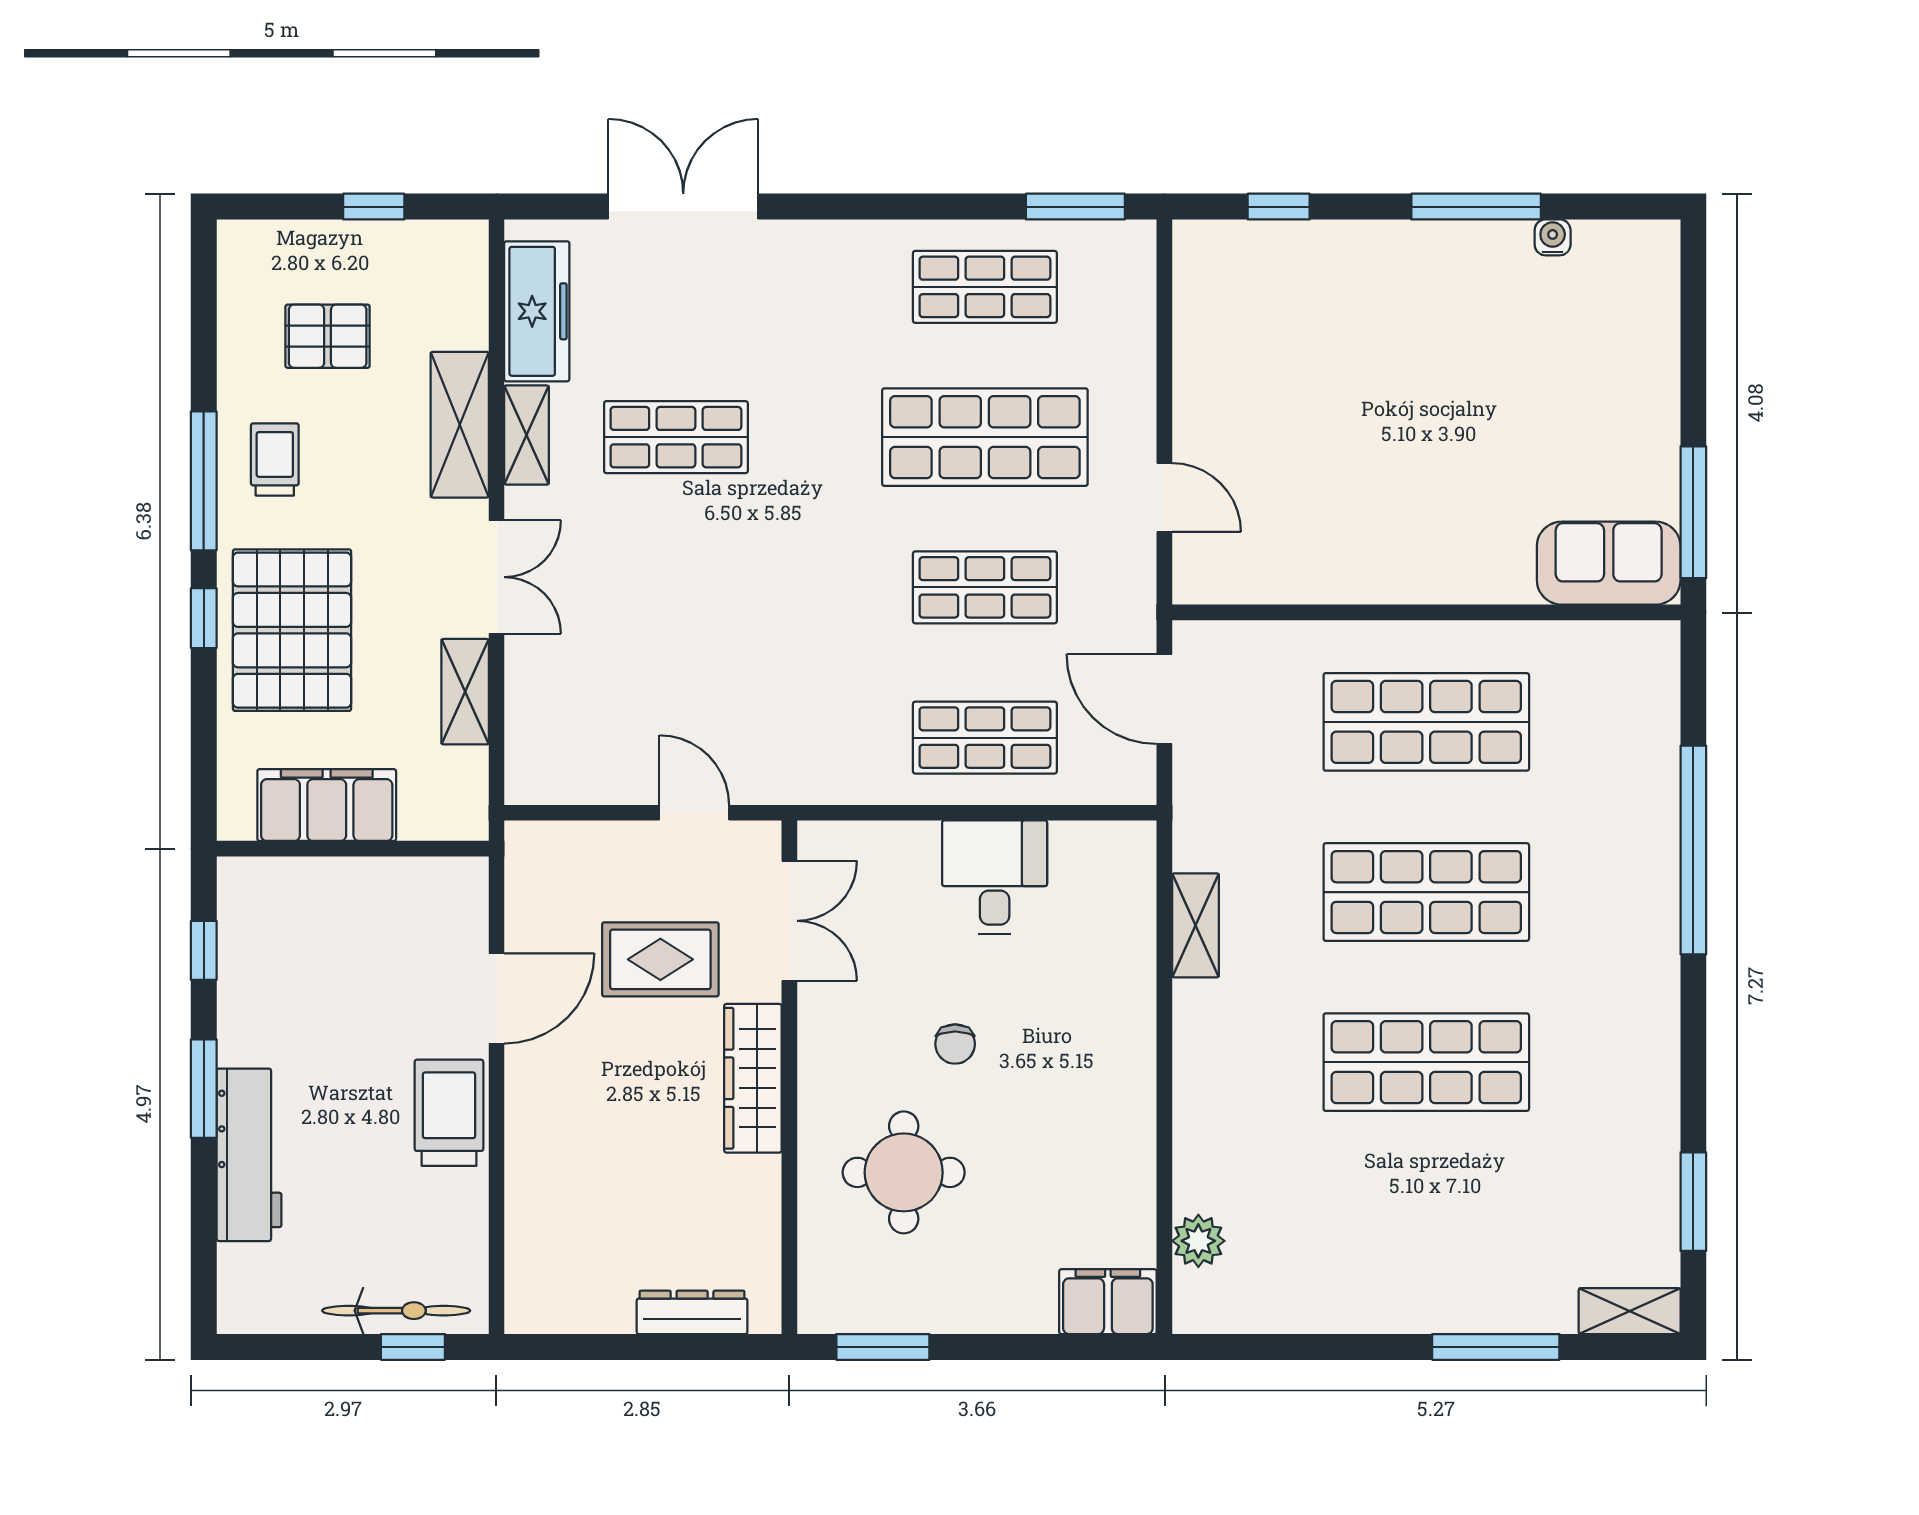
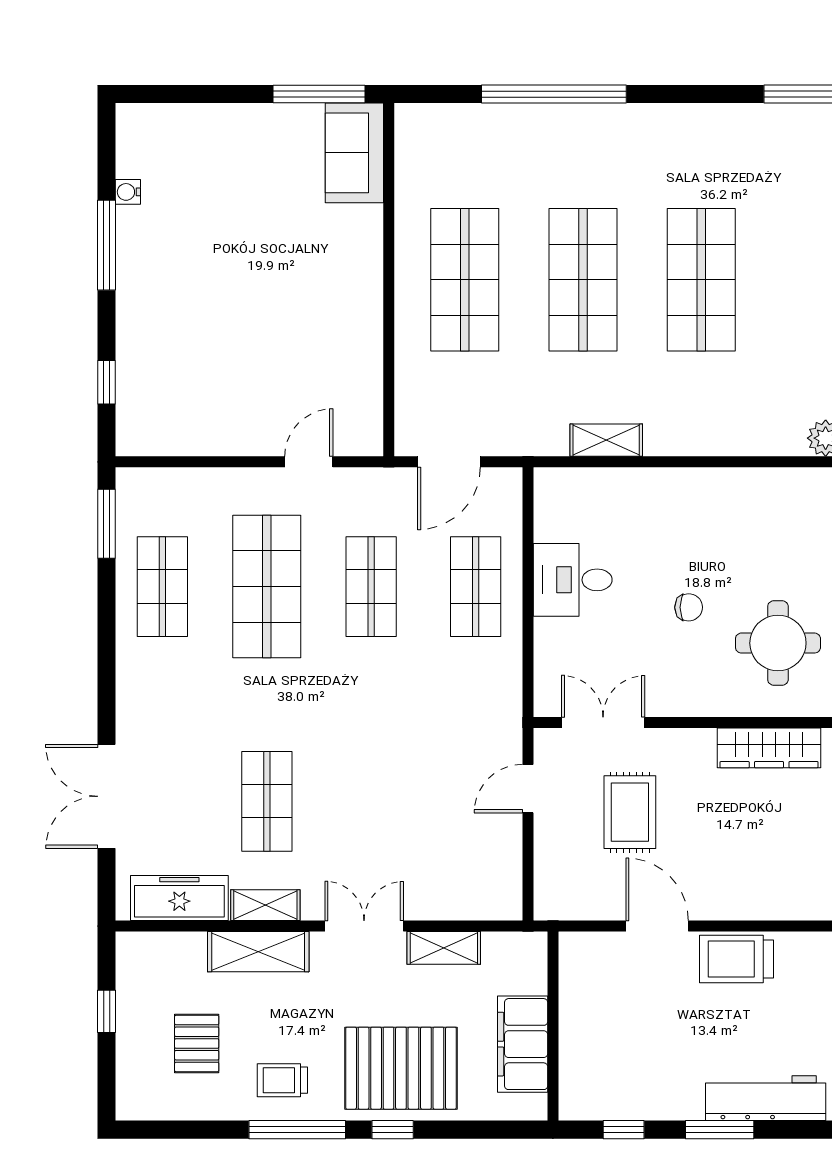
wardrobe: (753, 1078) -> (769, 748), moved

